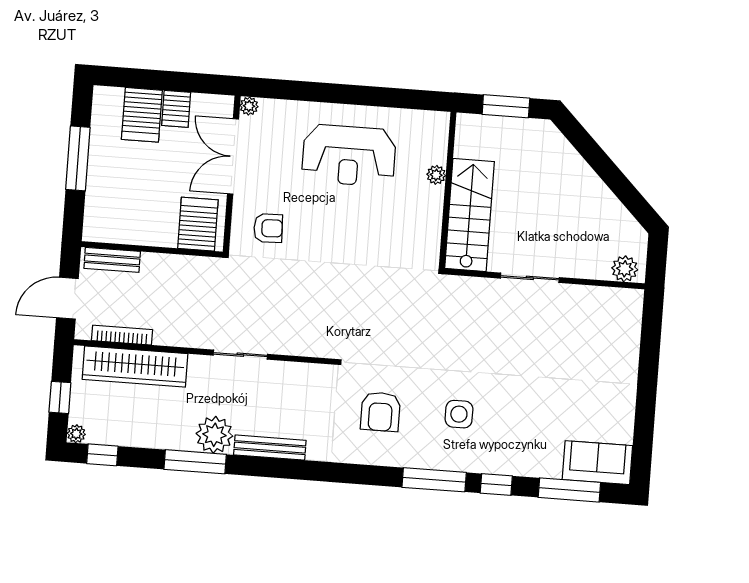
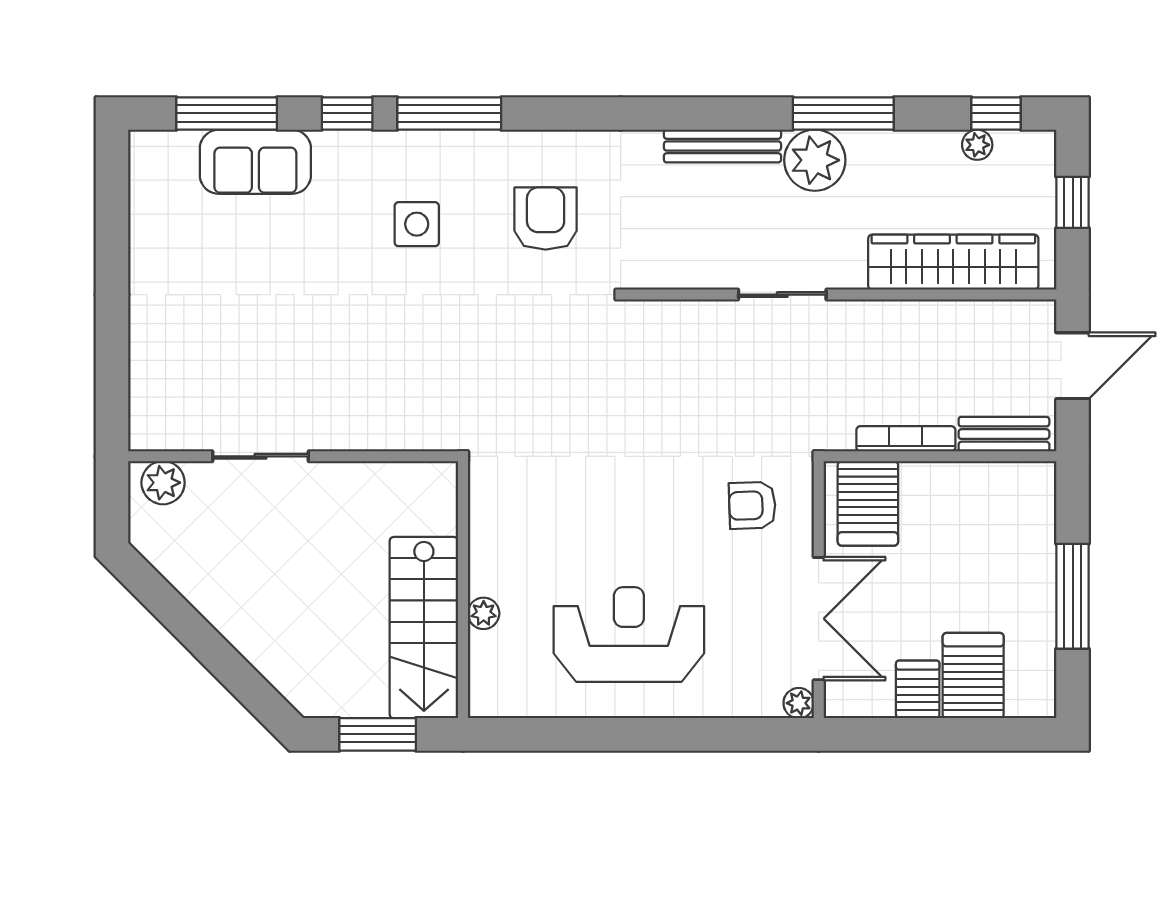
stairs: (470, 215) -> (424, 628), moved
sliding door: (530, 278) -> (260, 456), moved
bookcase: (122, 335) -> (906, 439), moved, turned 180
plant: (76, 434) -> (977, 145), moved
sofa: (597, 463) -> (255, 162), moved

